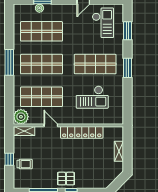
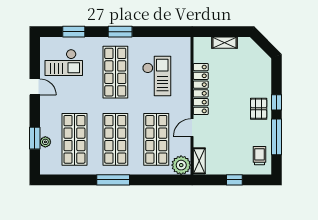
checkout: (103, 23) -> (64, 63), turned 180
trolley: (25, 164) -> (259, 156), moved

